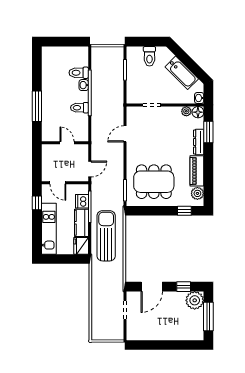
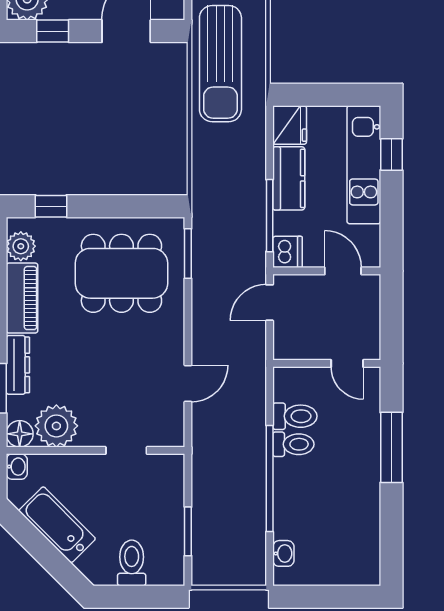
toilet: (79, 73) -> (295, 416), moved
washbasin: (84, 85) -> (283, 553), moved
plant: (186, 111) -> (56, 426), width x1.88, depth x1.88
door: (67, 143) -> (347, 363), moved
dishwasher: (82, 201) -> (288, 252), moved
window: (37, 203) -> (391, 154), moved
sun lounger: (106, 236) -> (220, 64), moved

